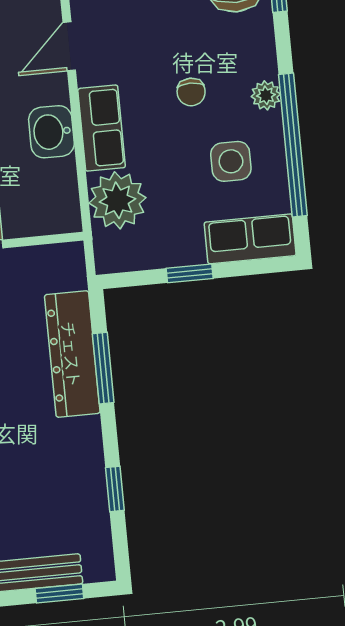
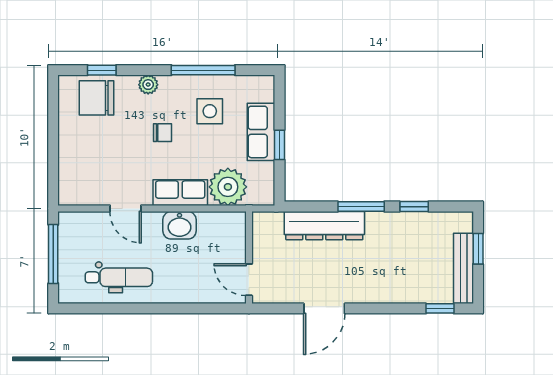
plant: (266, 95) -> (148, 85), moved
window: (293, 145) -> (203, 70), width x0.68
row of seats: (250, 239) -> (261, 132), moved
window: (103, 368) -> (361, 207), moved

